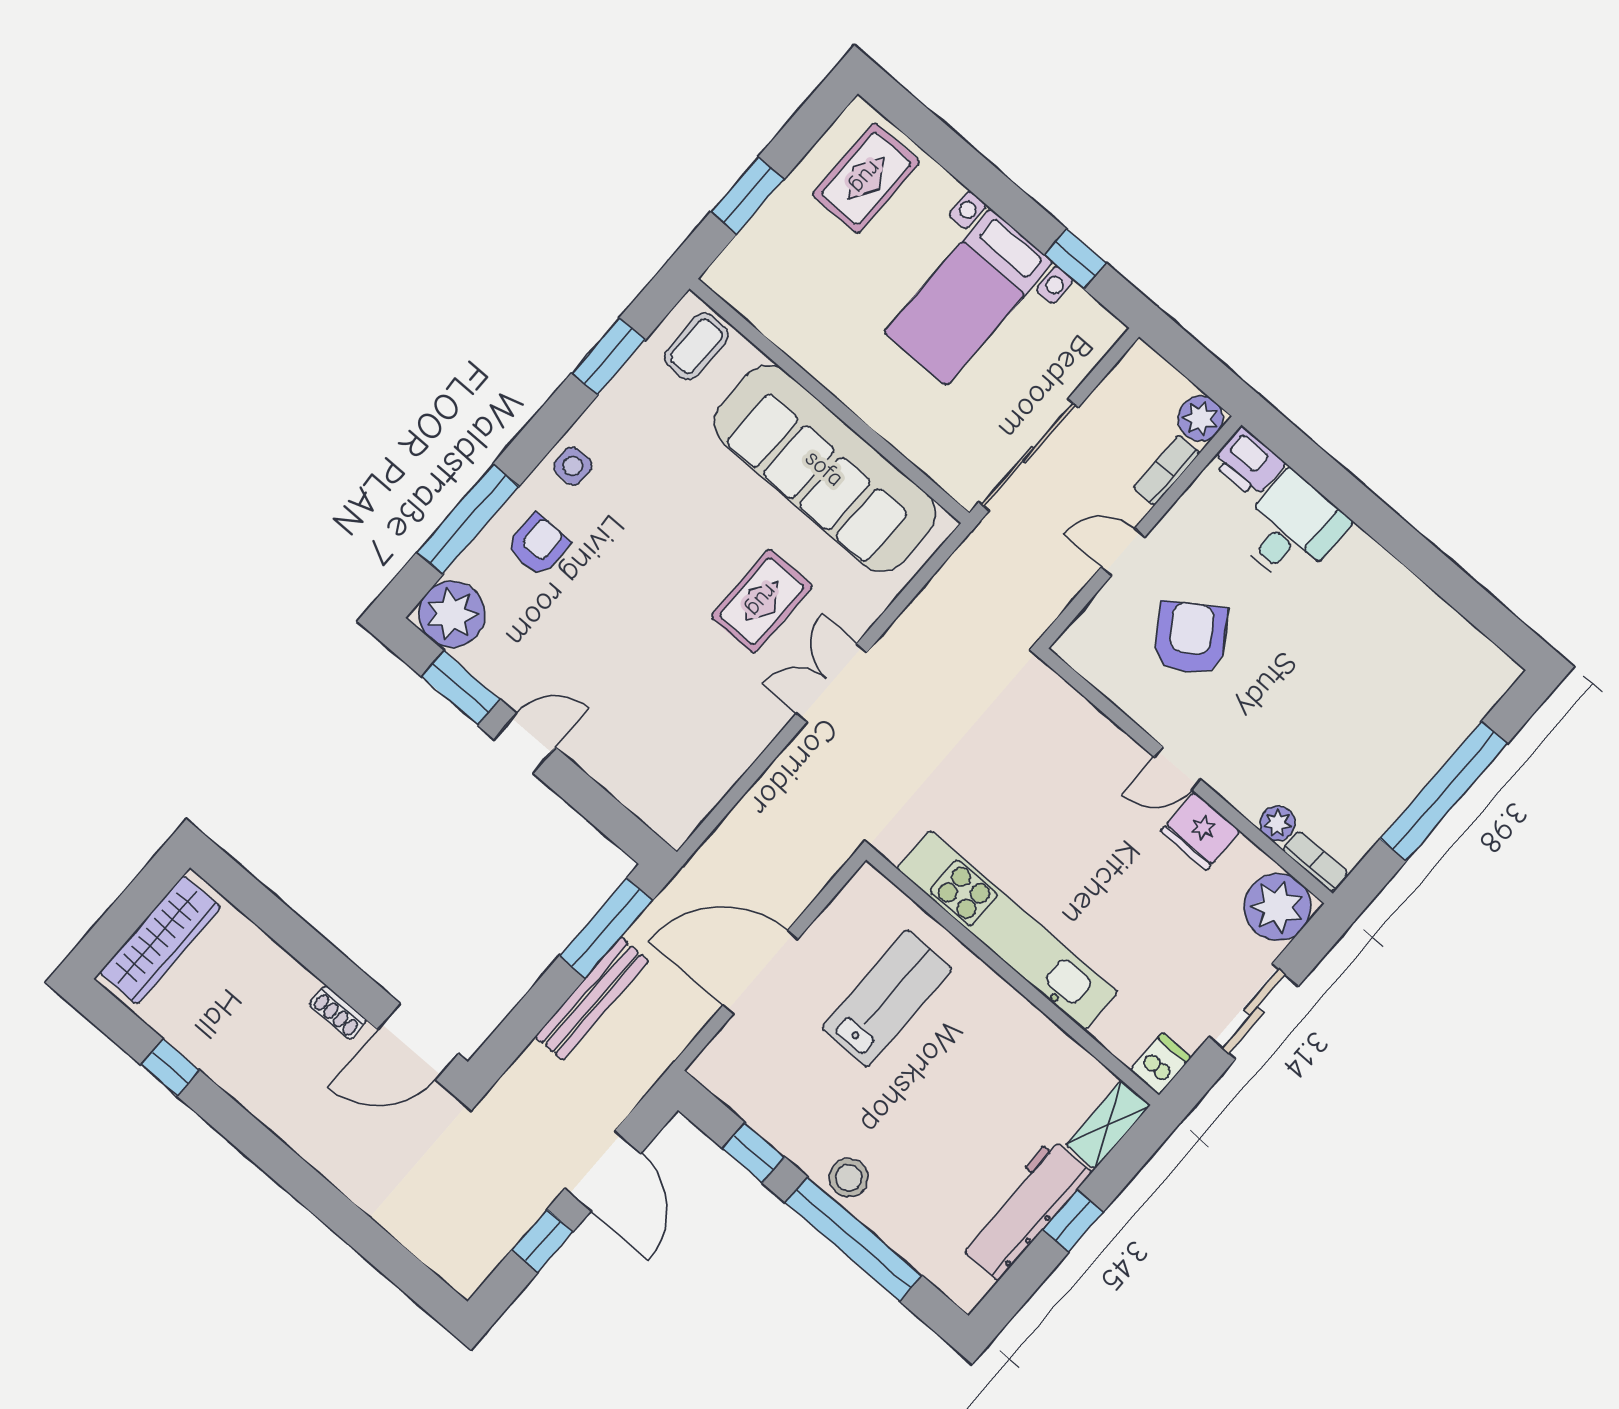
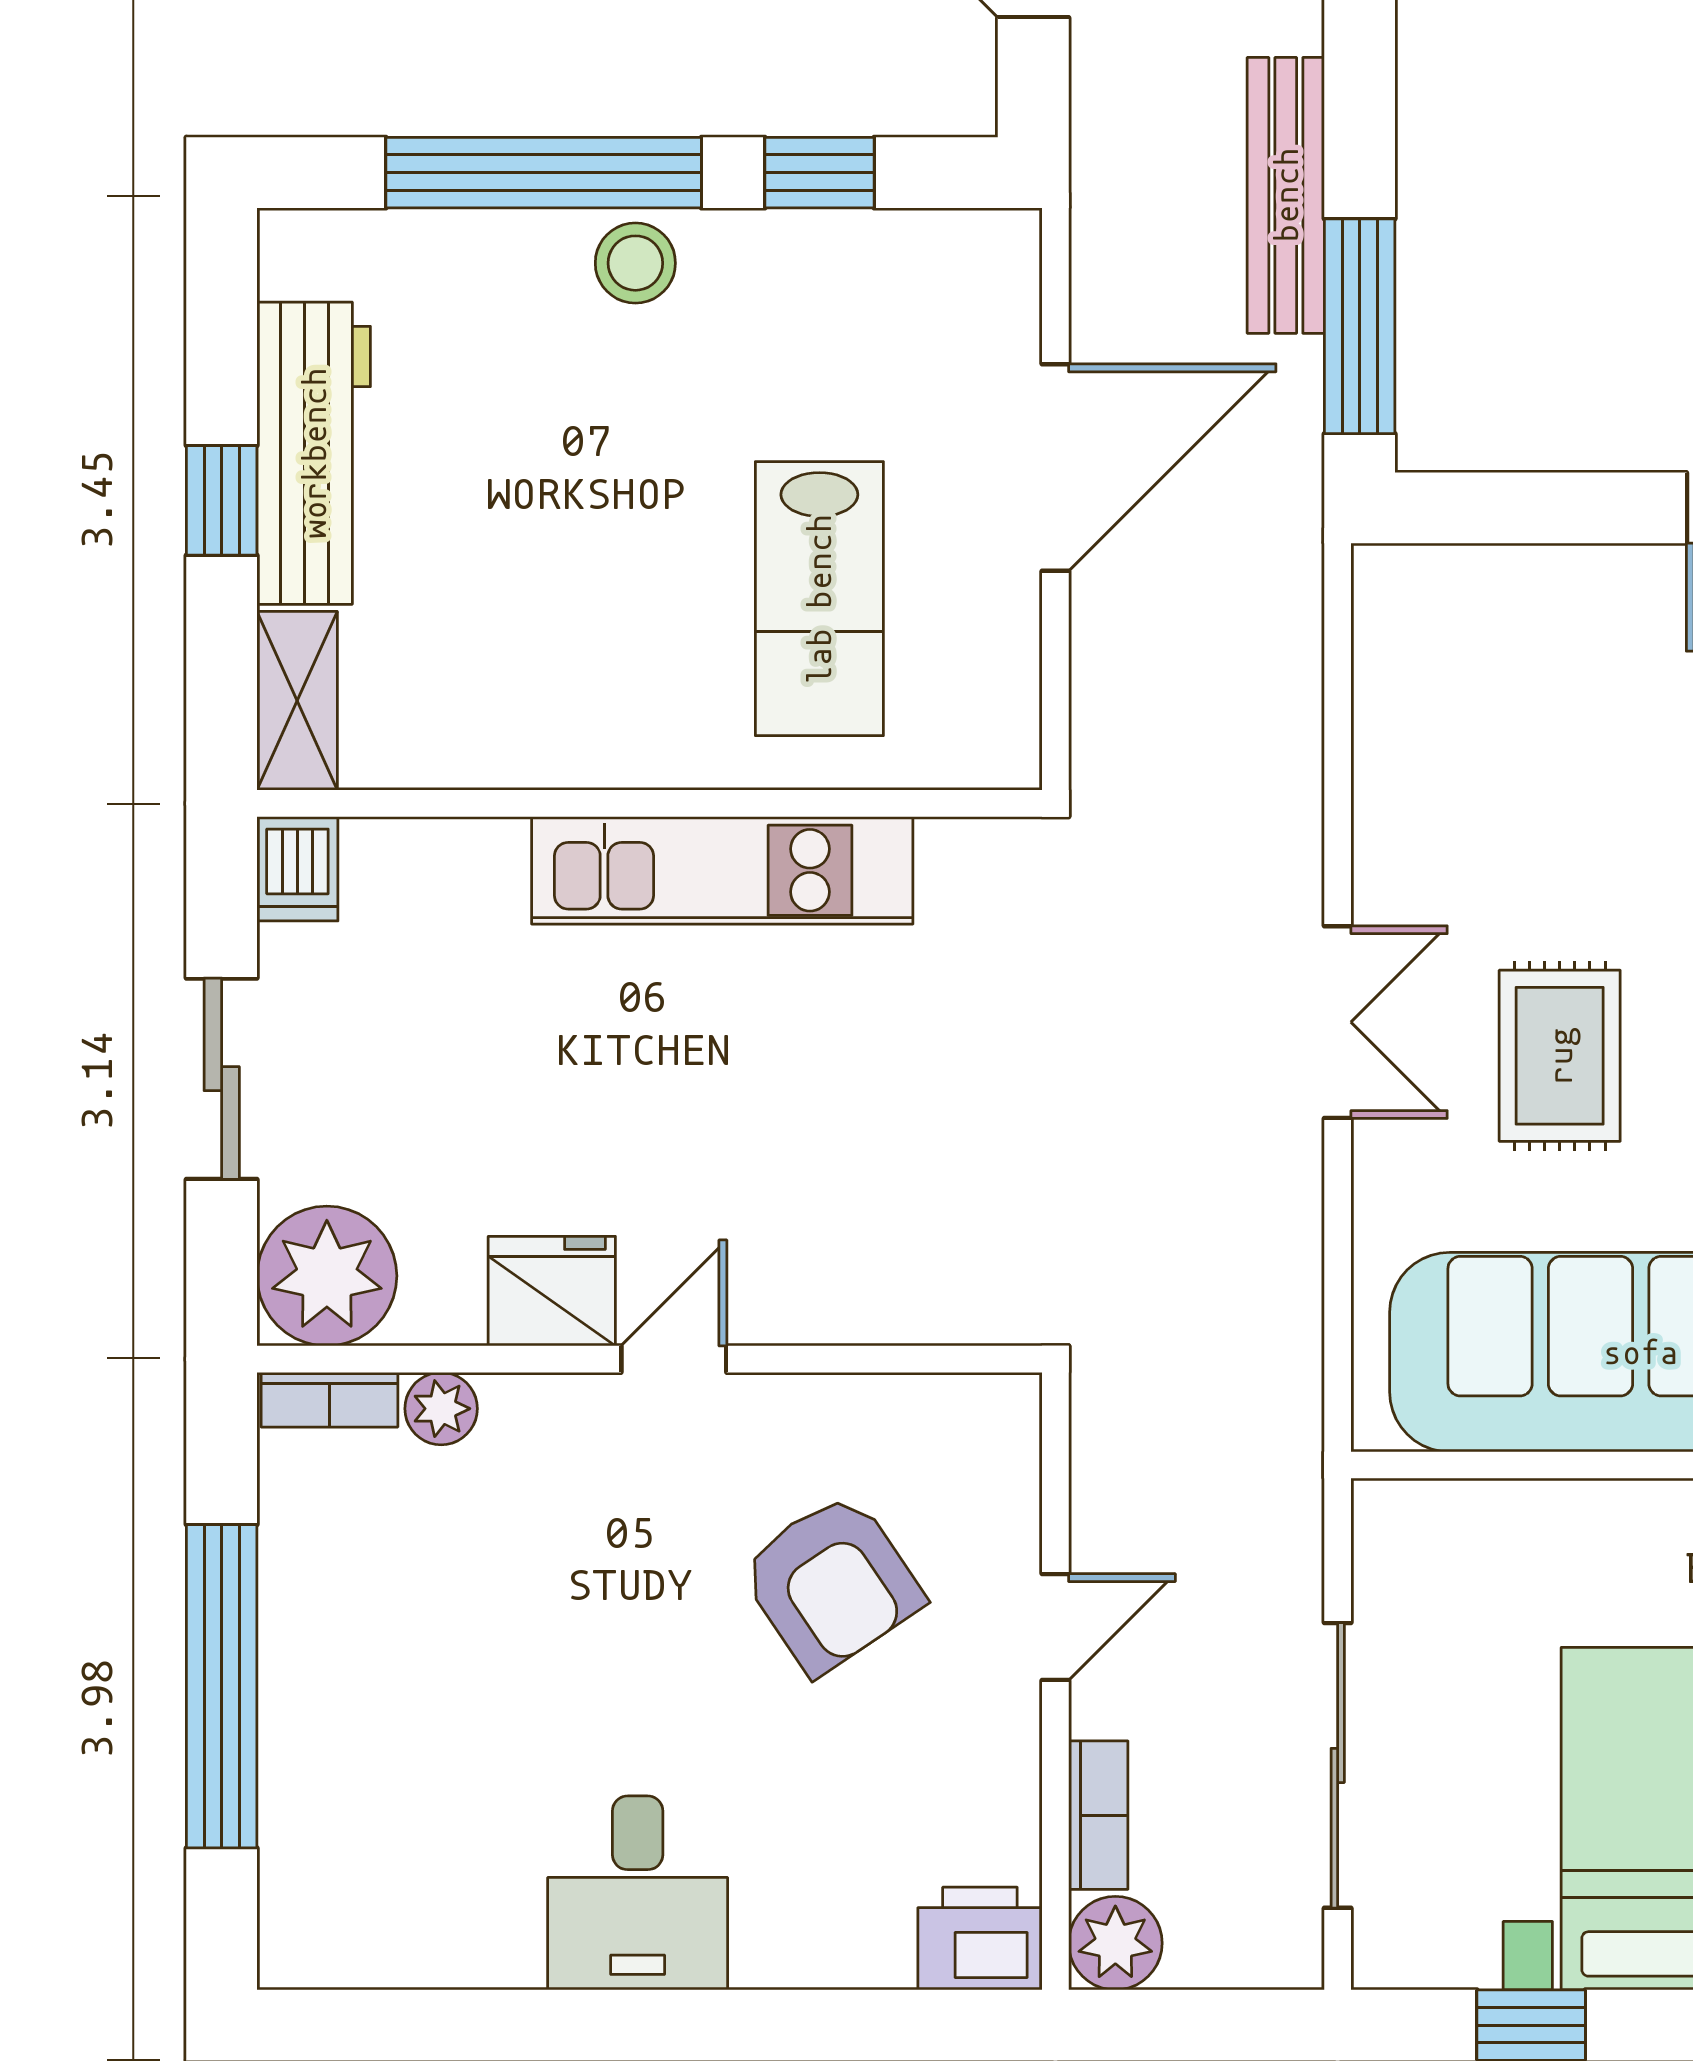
sliding door: (1028, 455) -> (1338, 1765), moved
desk: (1291, 529) -> (638, 1893), moved
kitchen unit: (1007, 930) -> (722, 870), width x0.73

